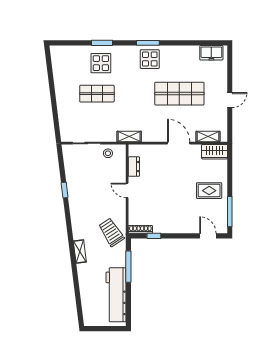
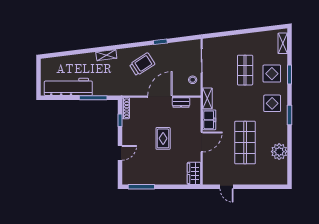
freezer: (211, 53) -> (209, 120), moved, turned 180
plant: (190, 55) -> (279, 152), added
display table: (150, 59) -> (272, 103), moved
door: (230, 100) -> (226, 187), moved
shelving: (208, 137) -> (283, 43), moved
door: (127, 190) -> (160, 97), width x1.87
rug: (209, 191) -> (163, 138), moved
trolley: (111, 232) -> (142, 64), moved
door: (208, 236) -> (120, 153), moved

